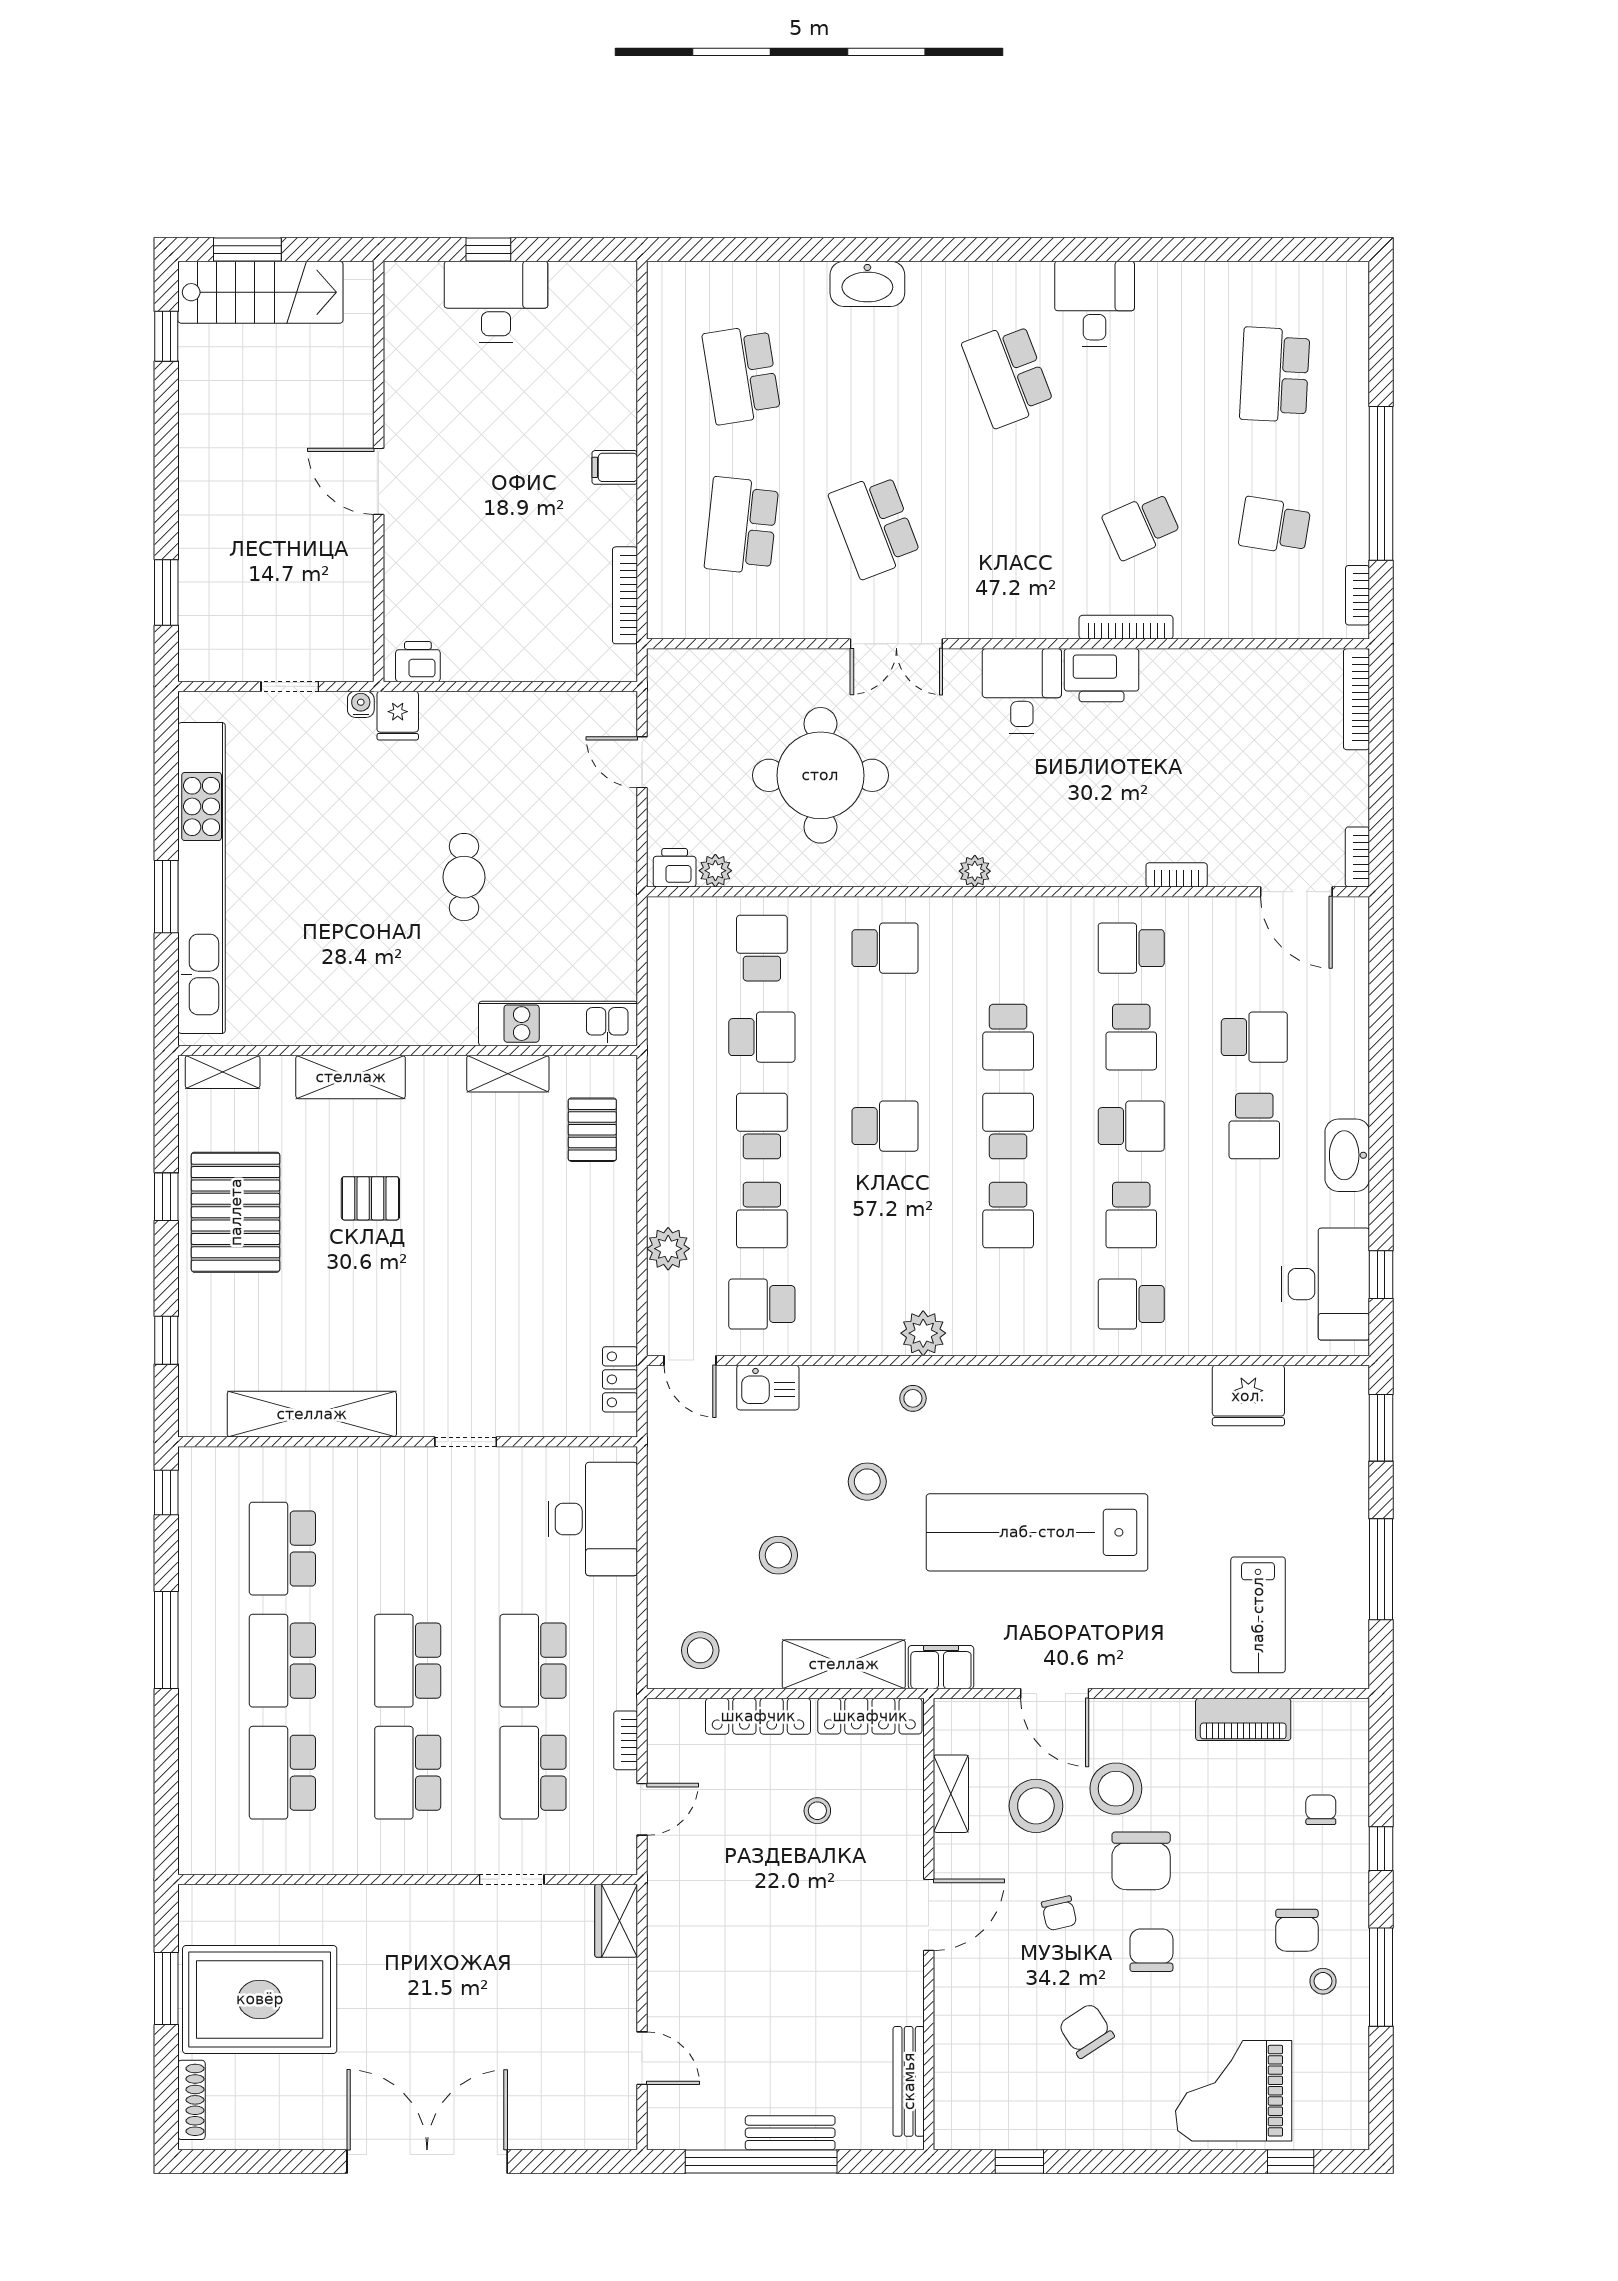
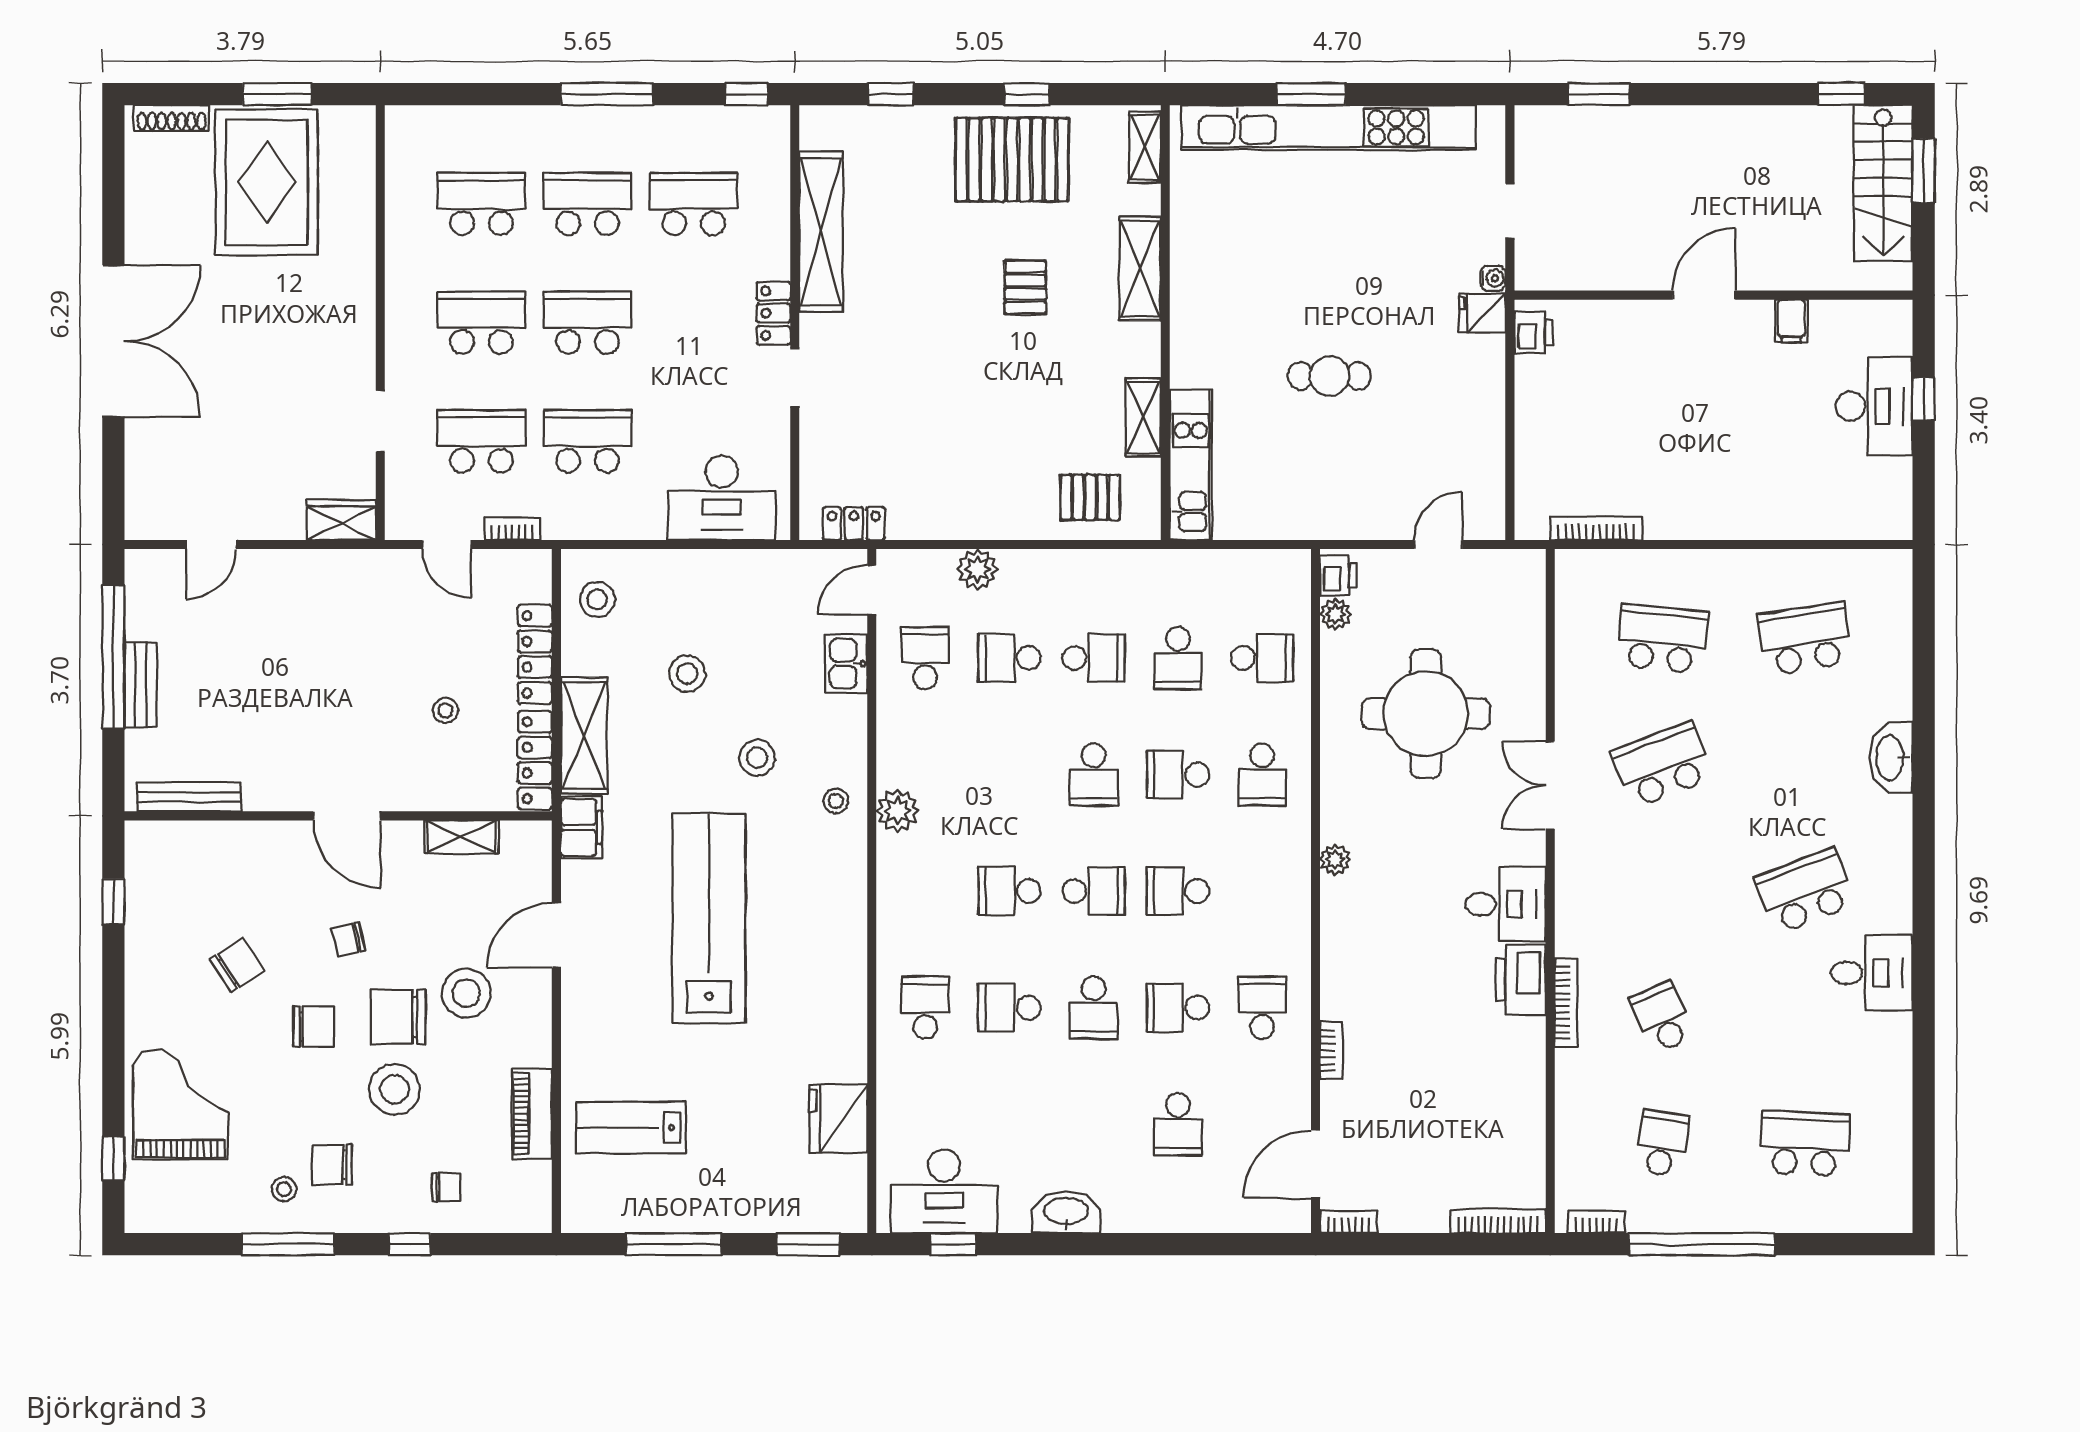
filing cabinet: (615, 467) -> (1791, 321), moved, turned 180
school desk: (1254, 1126) -> (1178, 775), moved
locker: (398, 1464) -> (774, 313), added
stool: (1036, 1806) -> (394, 1089), moved

